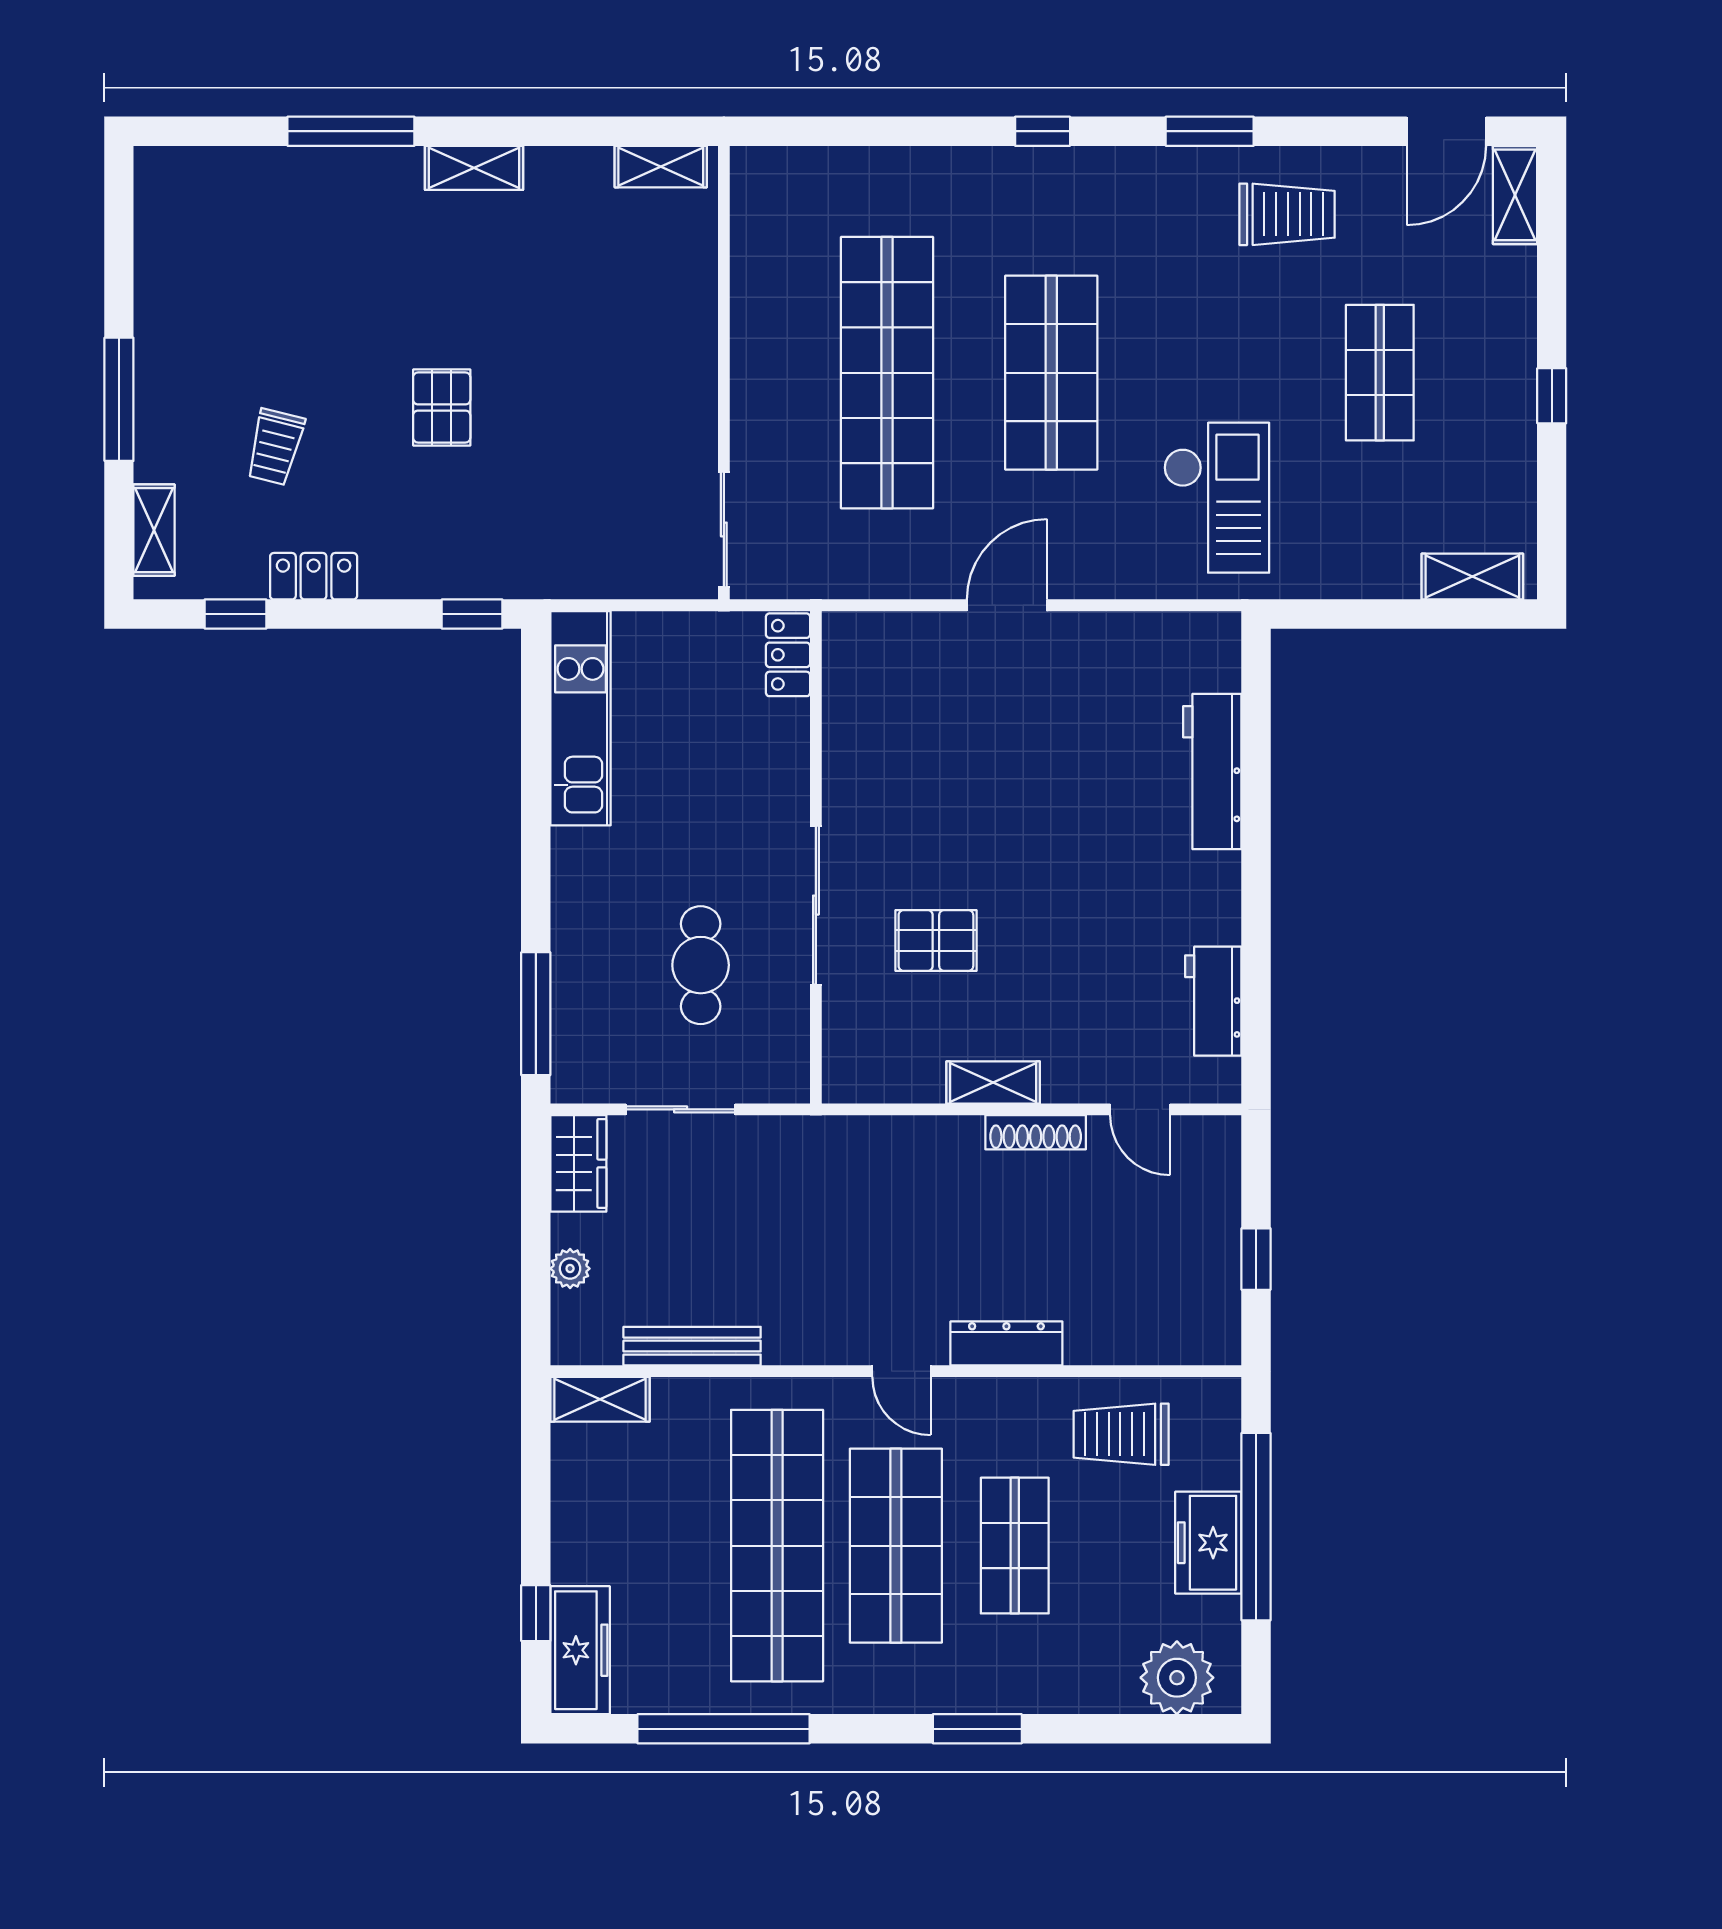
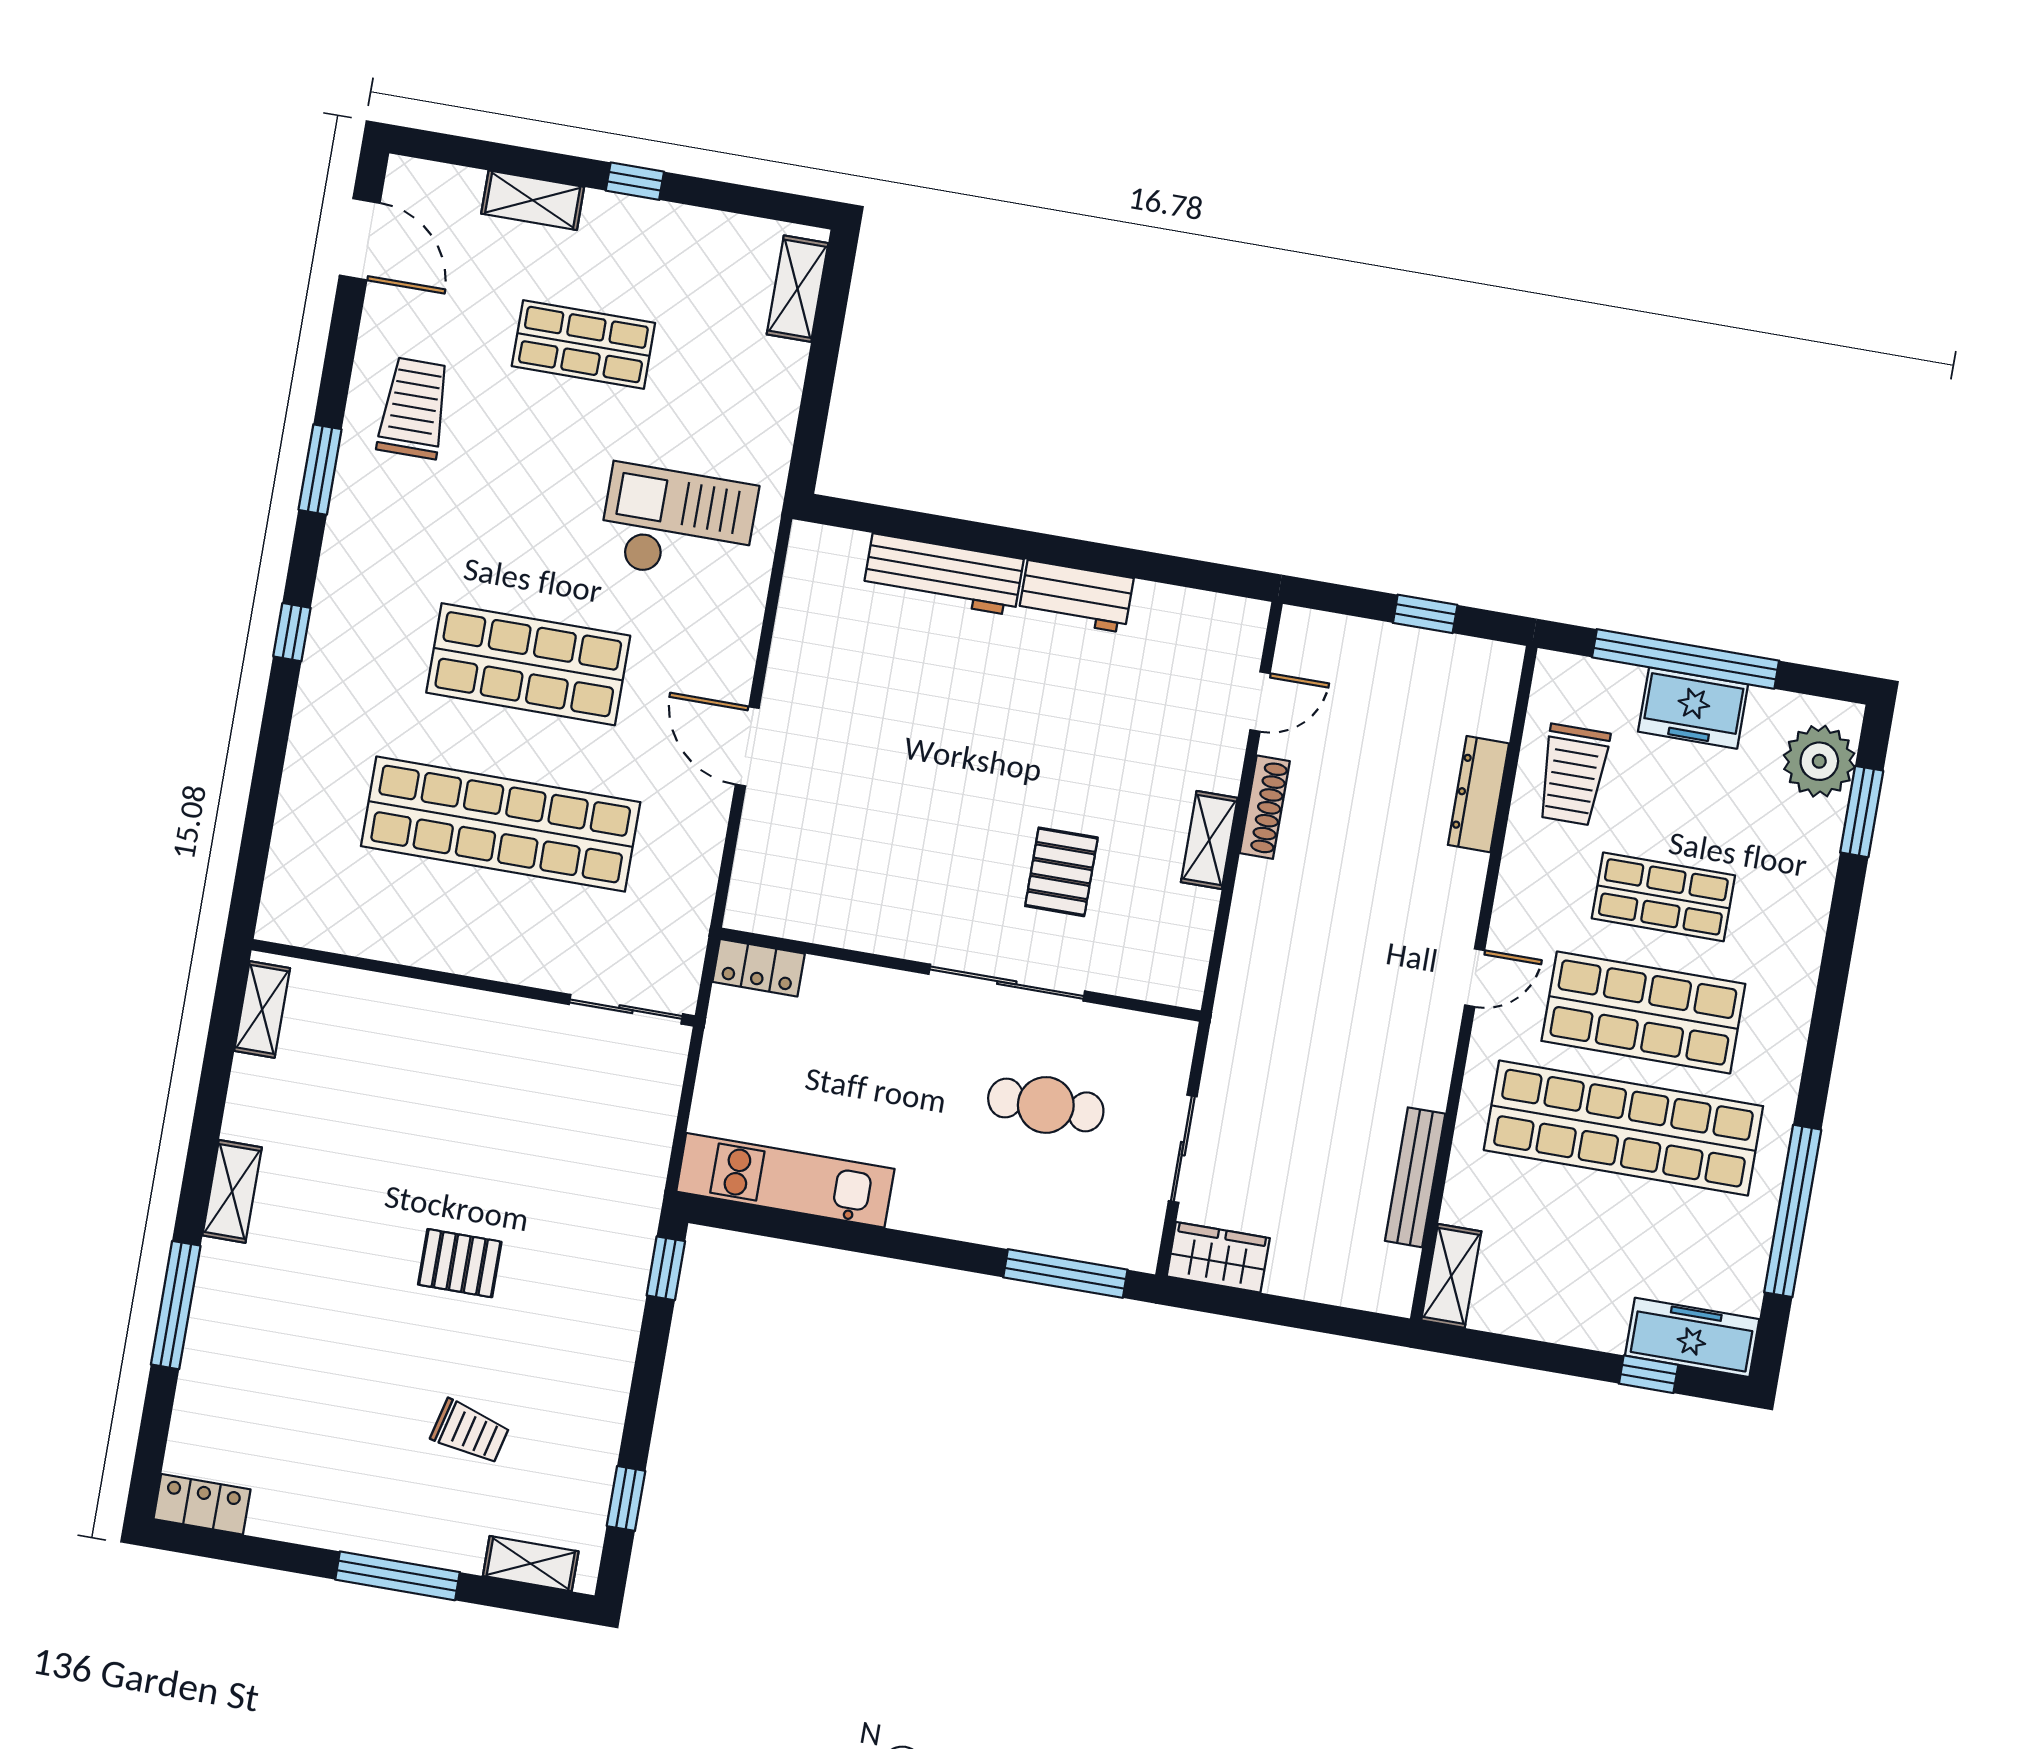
shelving: (1515, 195) -> (533, 200), moved
locker: (314, 576) -> (202, 1504), moved, turned 90
workbench: (1213, 1001) -> (1076, 596), moved
plant: (570, 1269) -> (1319, 1283), removed
dresser: (1006, 1343) -> (1479, 794), moved
window: (977, 1729) -> (1862, 812), moved

